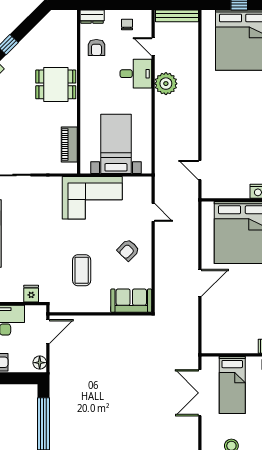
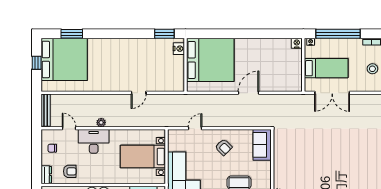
door: (153, 47) -> (69, 128), swing flipped
desk: (136, 74) -> (94, 141), width x1.37
plant: (166, 84) -> (101, 123), width x0.53, depth x0.53
door: (200, 170) -> (139, 93), moved
door: (200, 283) -> (249, 93), hinge flipped

